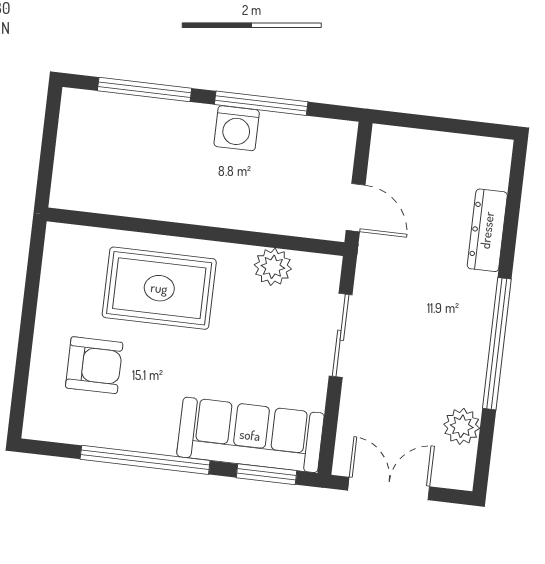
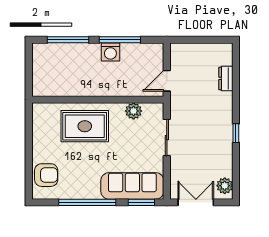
door: (356, 208) -> (167, 81), swing flipped
dresser: (487, 230) -> (226, 78), width x0.70
window: (497, 344) -> (236, 133), width x0.32
armchair: (94, 365) -> (46, 175), moved
plant: (462, 426) -> (225, 186), moved

